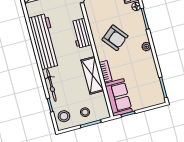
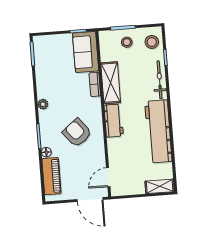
workbench: (81, 33) -> (114, 121), moved
armchair: (115, 38) -> (77, 133), moved

